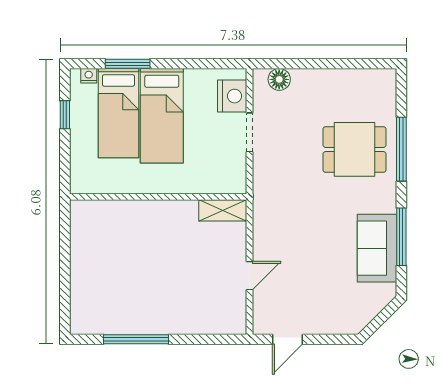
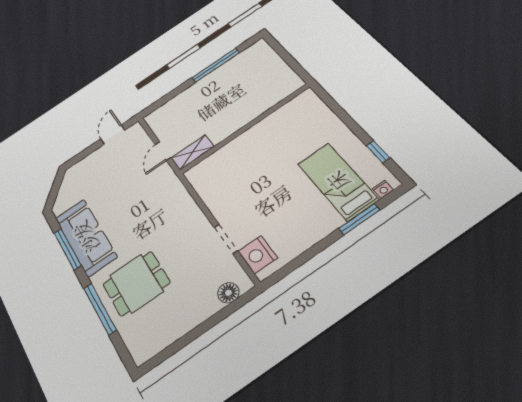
bed: (162, 116) -> (303, 203), removed
wall: (158, 197) -> (245, 128), moved
shelving: (223, 210) -> (192, 152), moved
sofa: (377, 248) -> (86, 237), width x1.36

